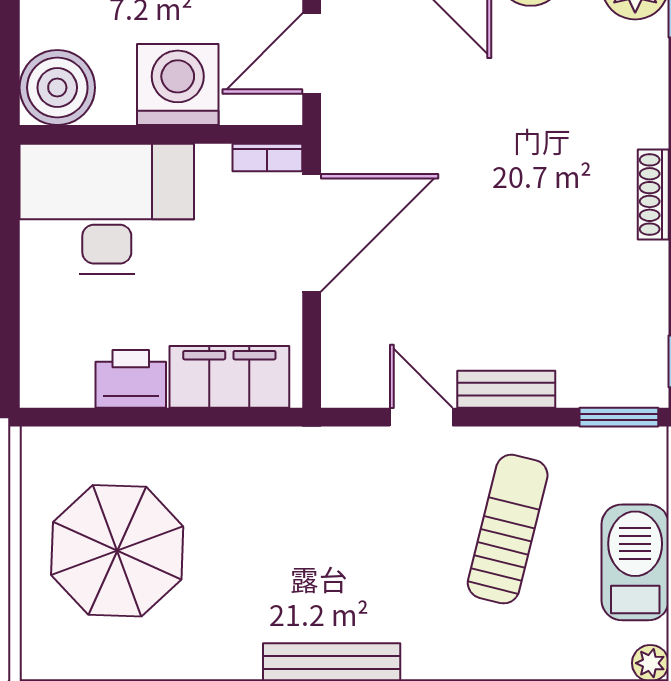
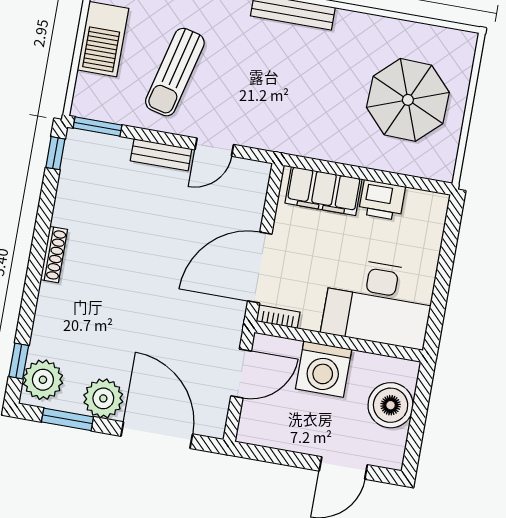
boiler: (57, 88) -> (391, 405), moved
door: (421, 417) -> (214, 147), hinge flipped

